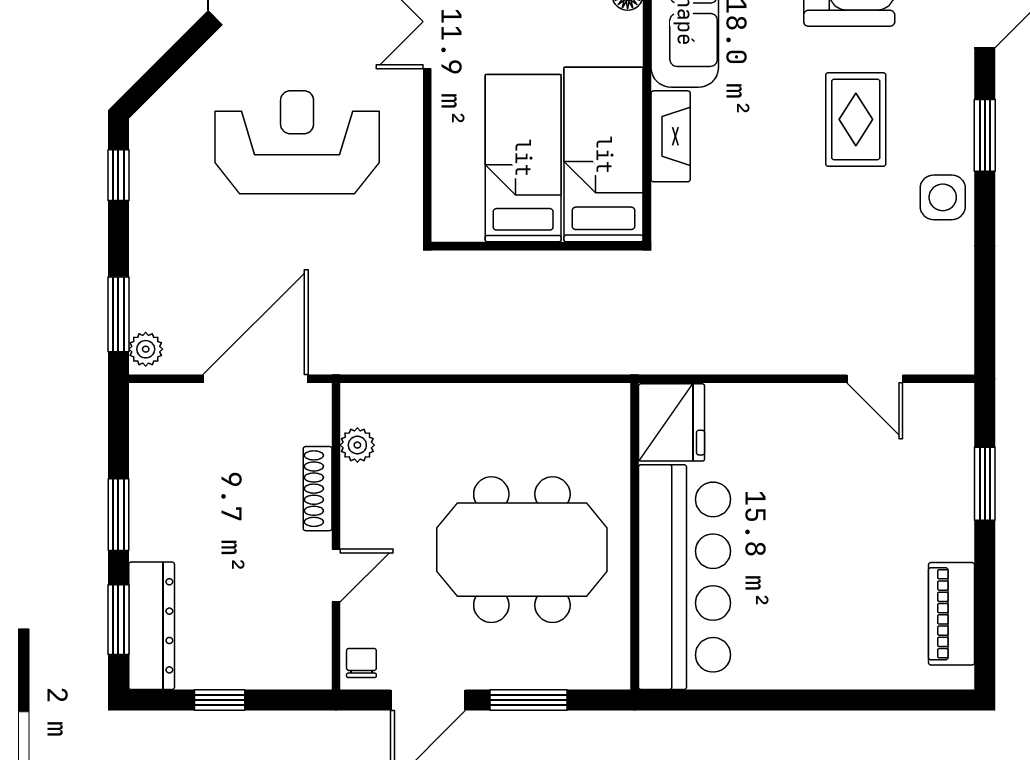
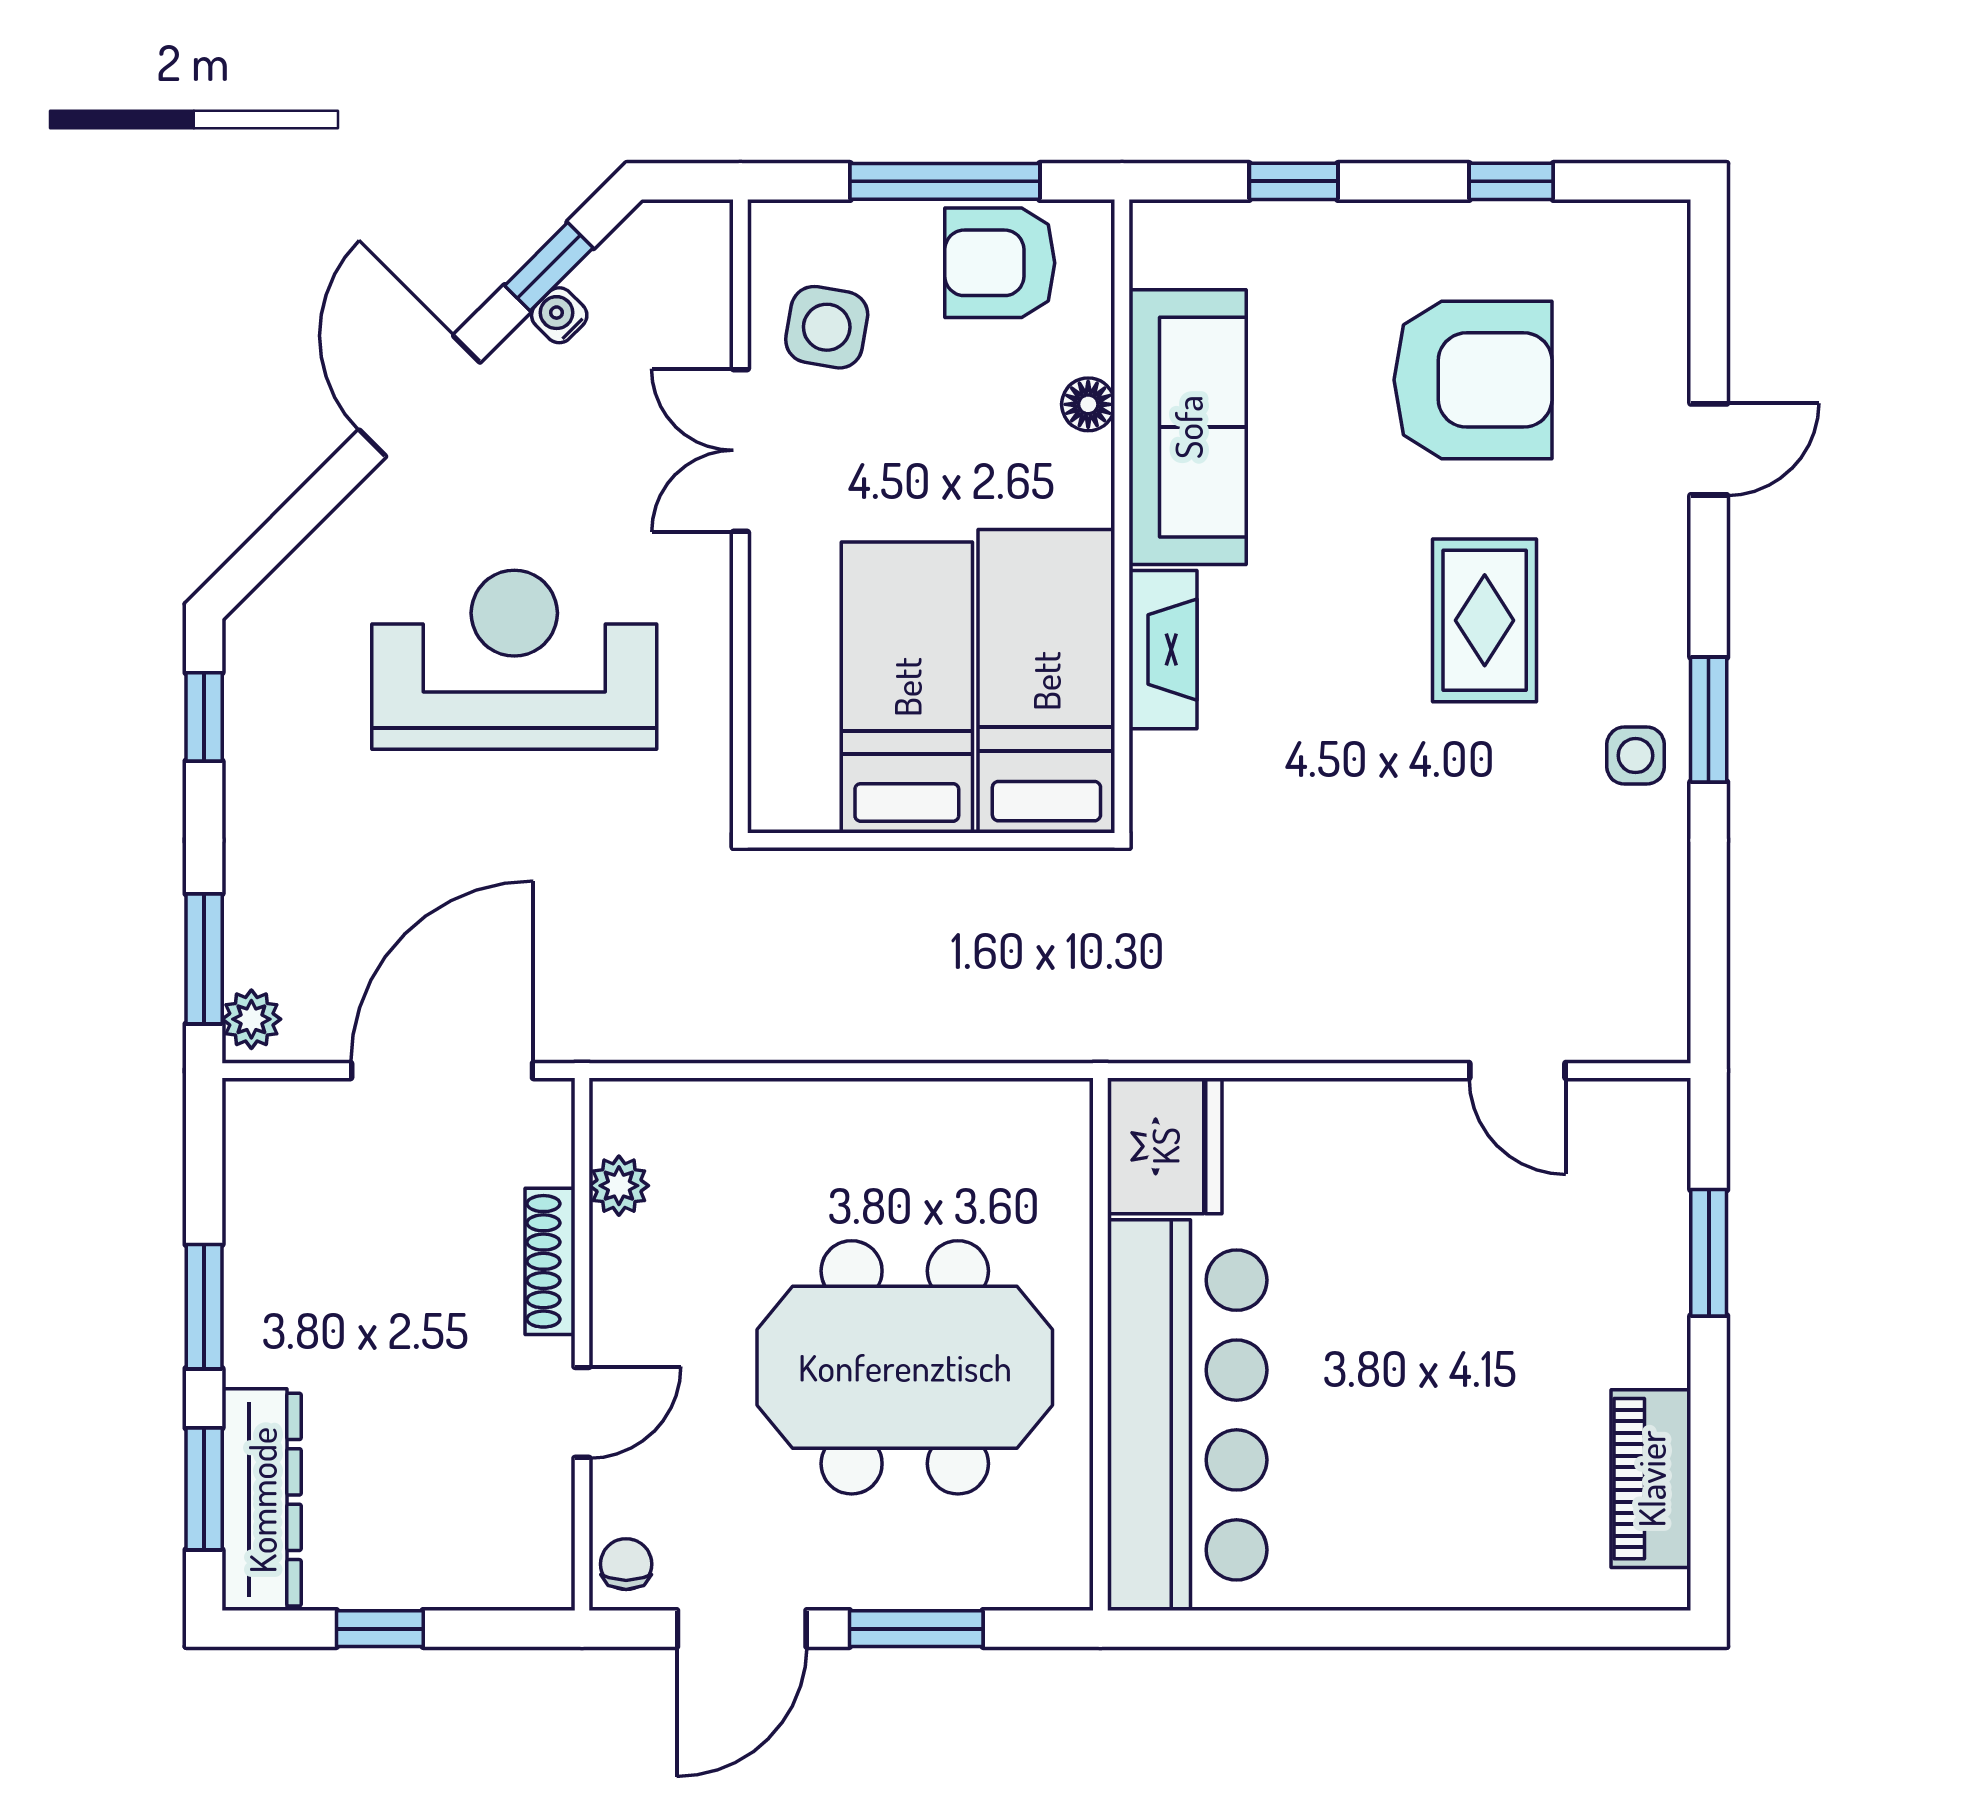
window: (985, 135) -> (1709, 720), moved
side table: (943, 197) -> (1636, 756), width x0.73, depth x0.73

